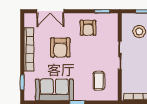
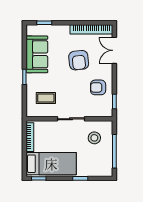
armchair: (60, 47) -> (79, 60), turned -96
bookcase: (29, 49) -> (91, 29), moved

